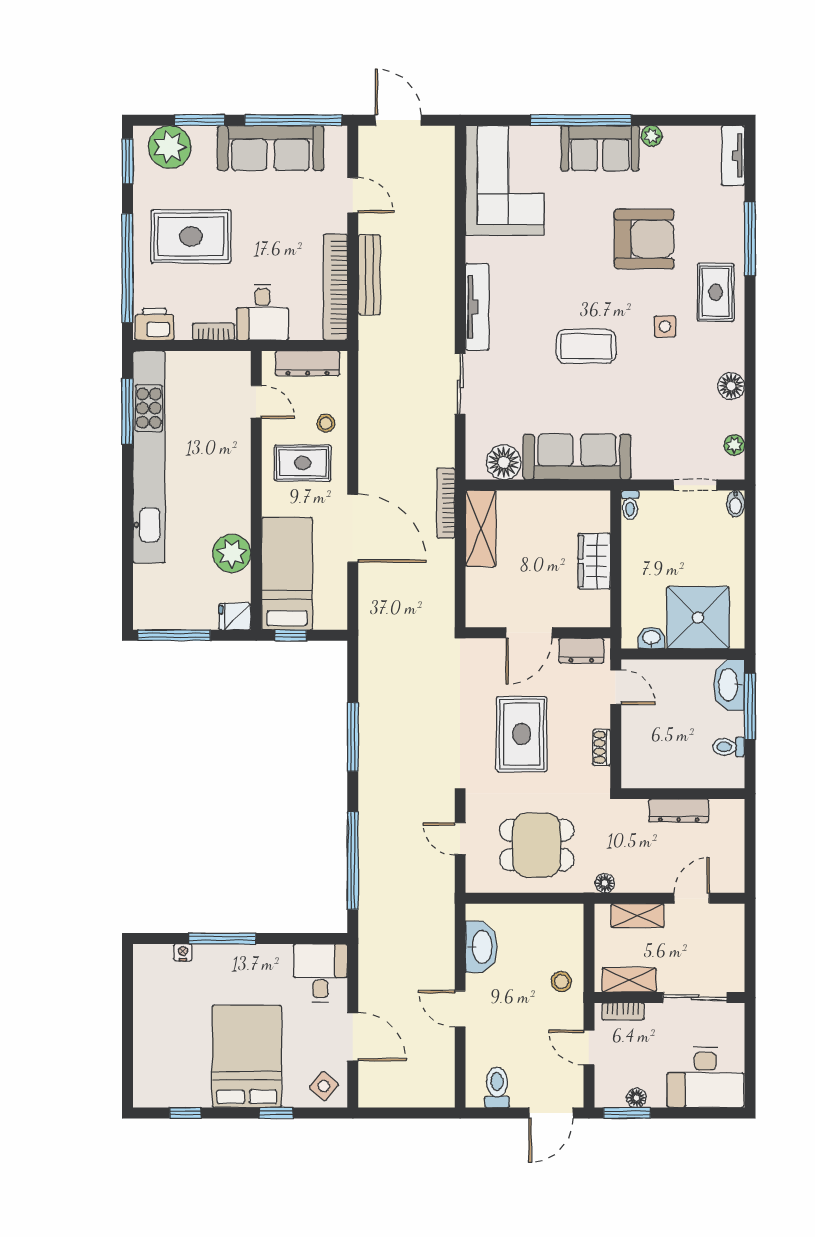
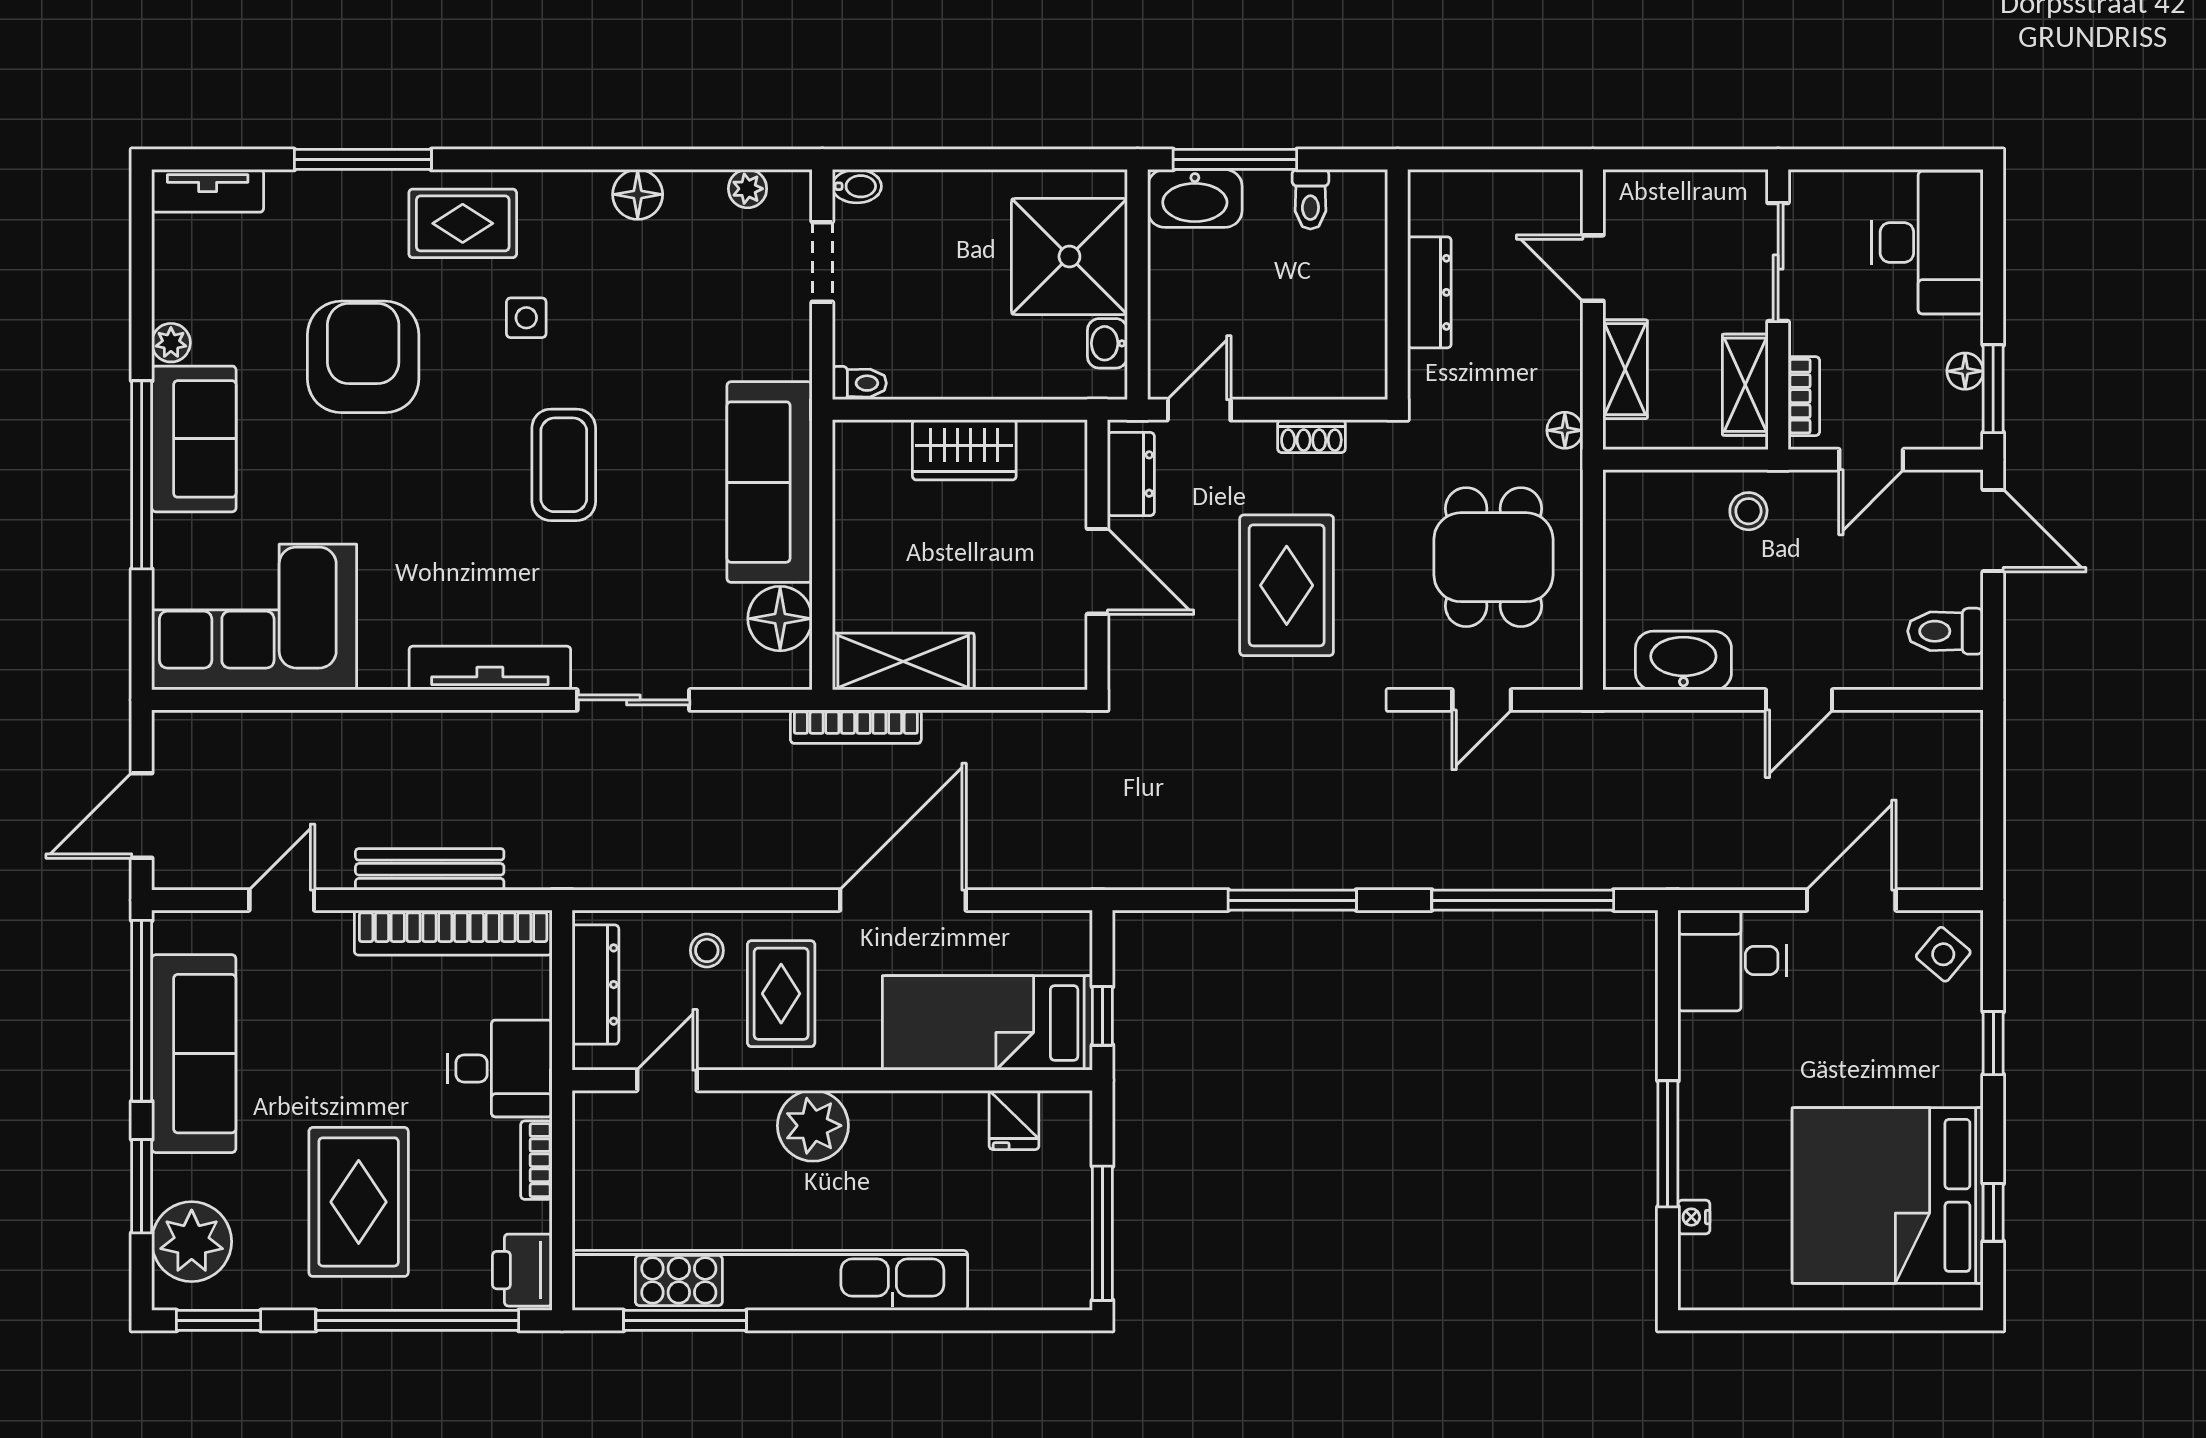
plant: (232, 553) -> (813, 1126), moved
fridge: (235, 617) -> (1014, 1120), moved
rug: (522, 734) -> (1287, 585), turned 90
bed: (247, 1056) -> (1888, 1195), moved, width x1.36

